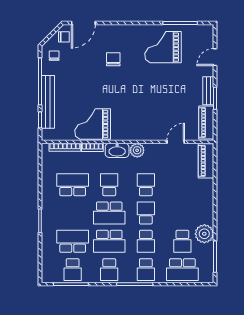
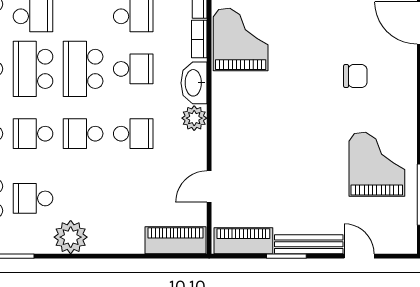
bench: (208, 91) -> (309, 244), width x1.36
door: (176, 142) -> (209, 186), swing flipped
school desk: (146, 213) -> (83, 134), turned 180
plant: (204, 234) -> (71, 237), moved

